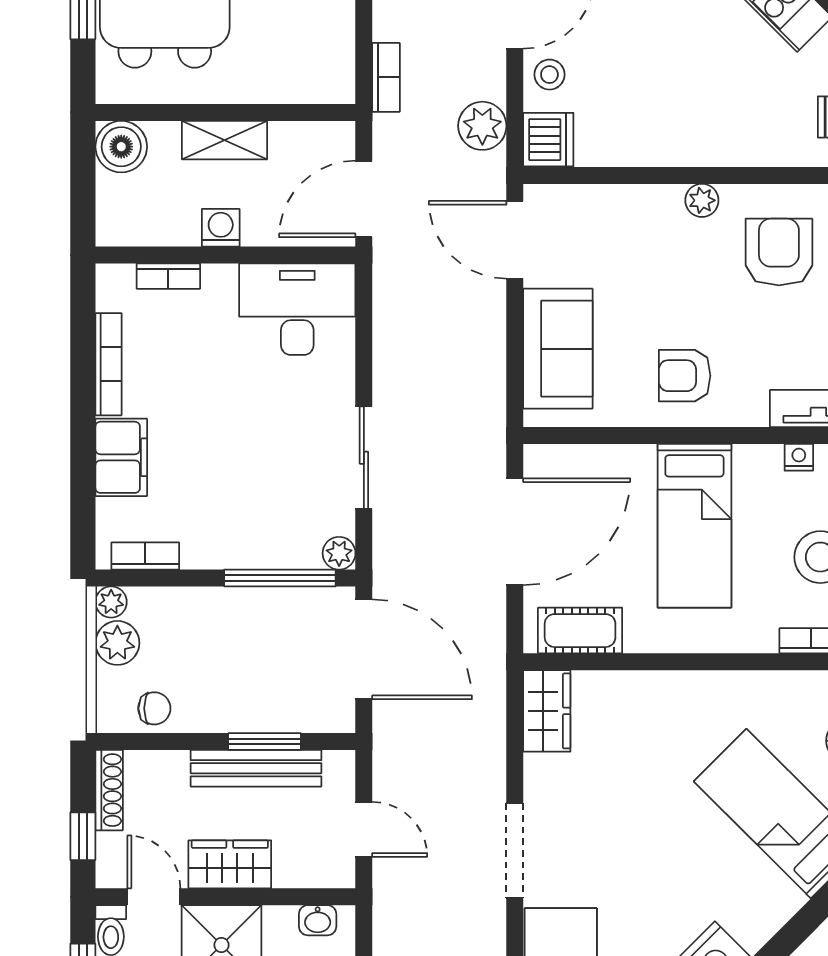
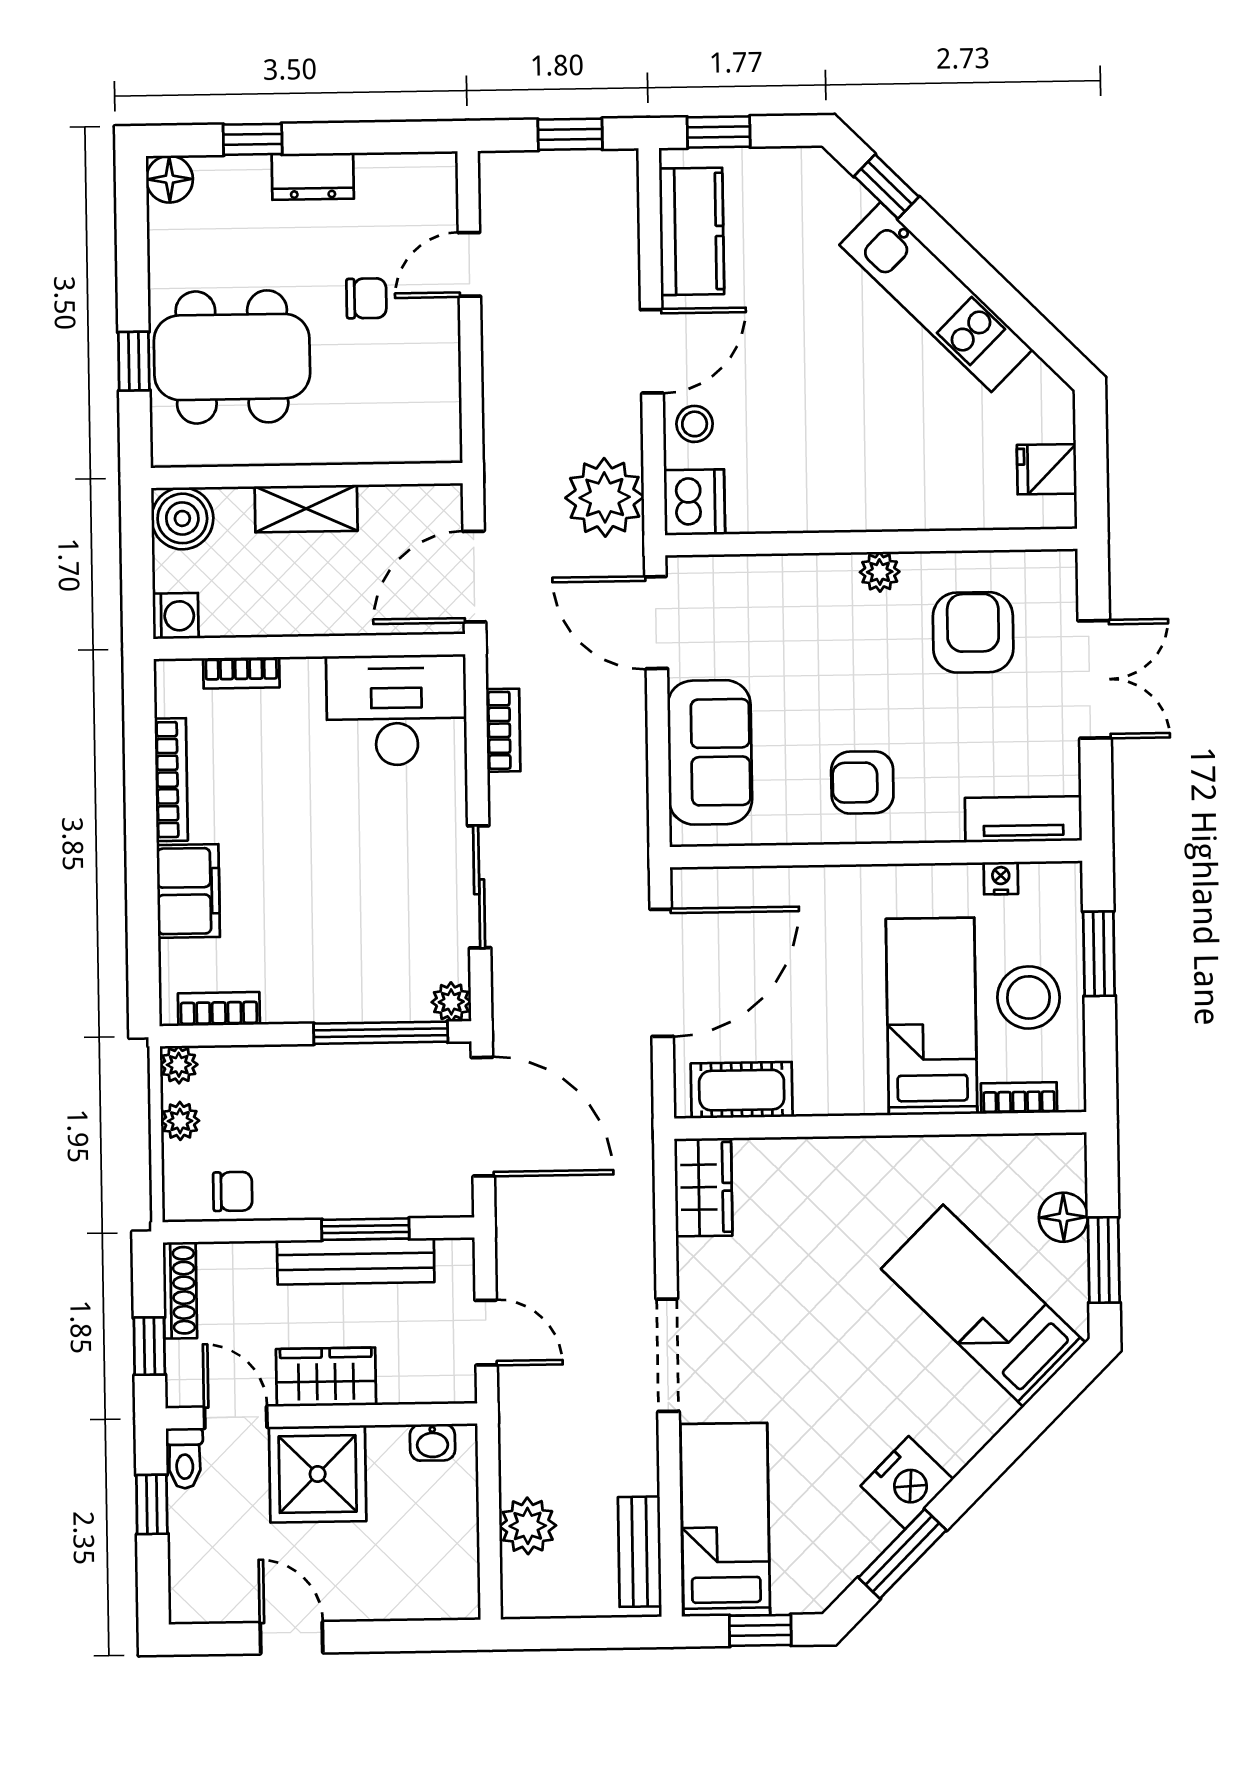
bookcase: (386, 77) -> (503, 730), moved
plant: (482, 126) -> (605, 497), width x1.36, depth x1.36
washing machine: (221, 228) -> (176, 616), moved, turned 90
bed: (694, 526) -> (932, 1016), moved, turned 180
plant: (117, 643) -> (180, 1121), width x0.73, depth x0.73

